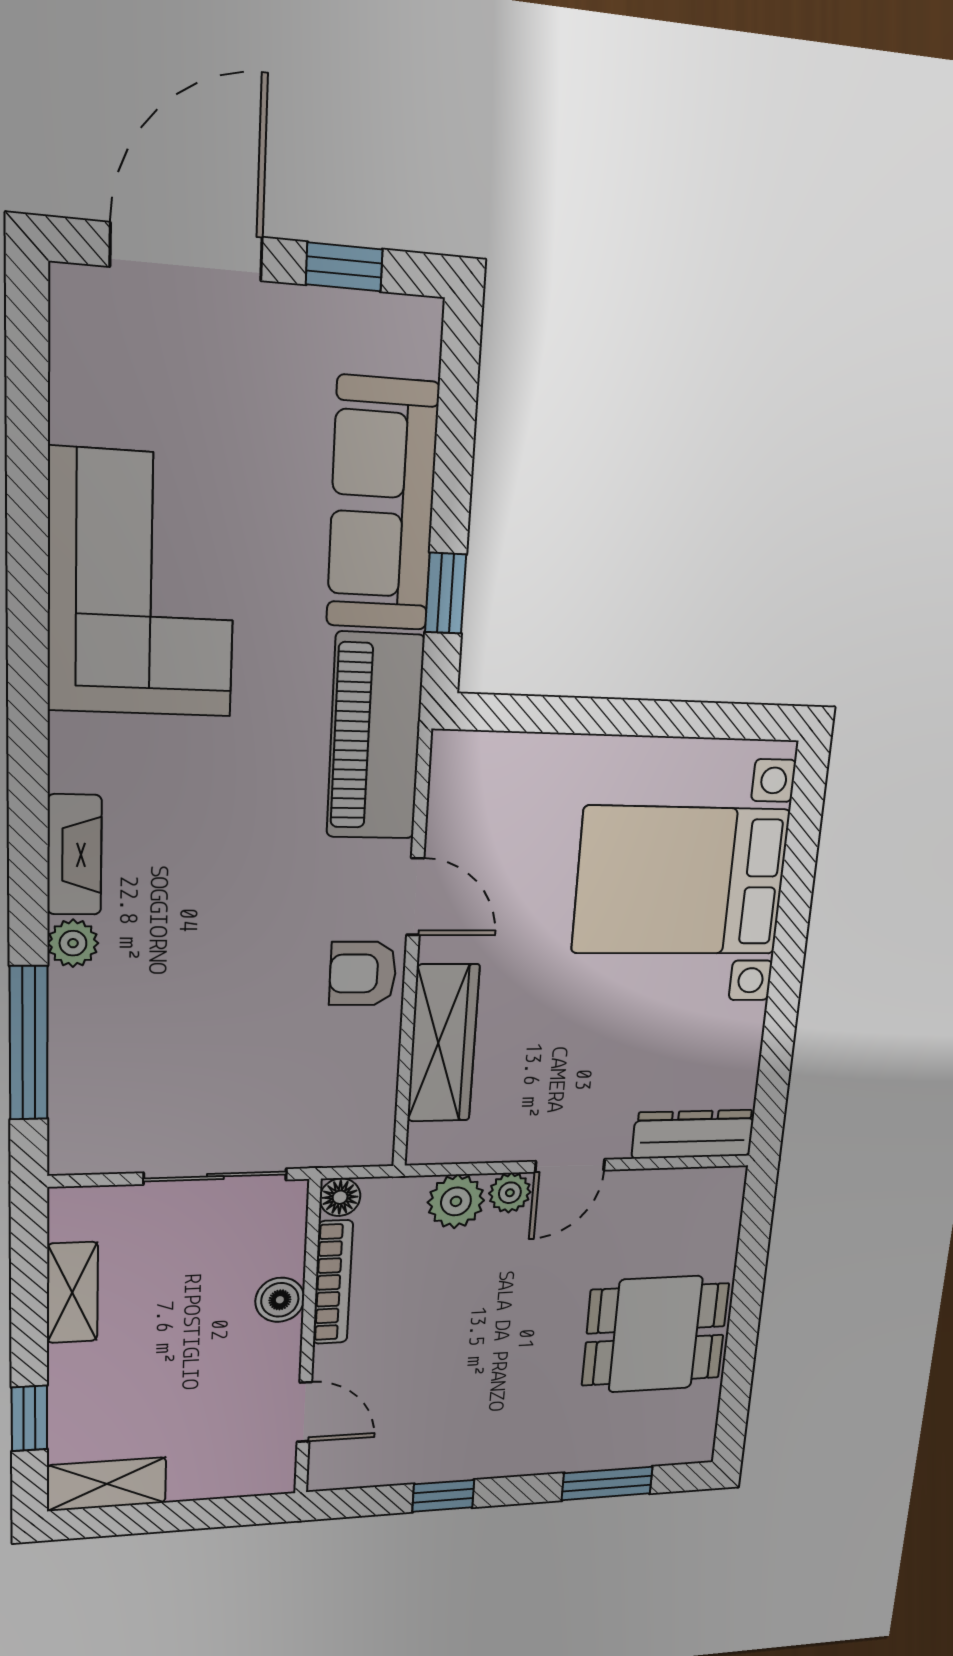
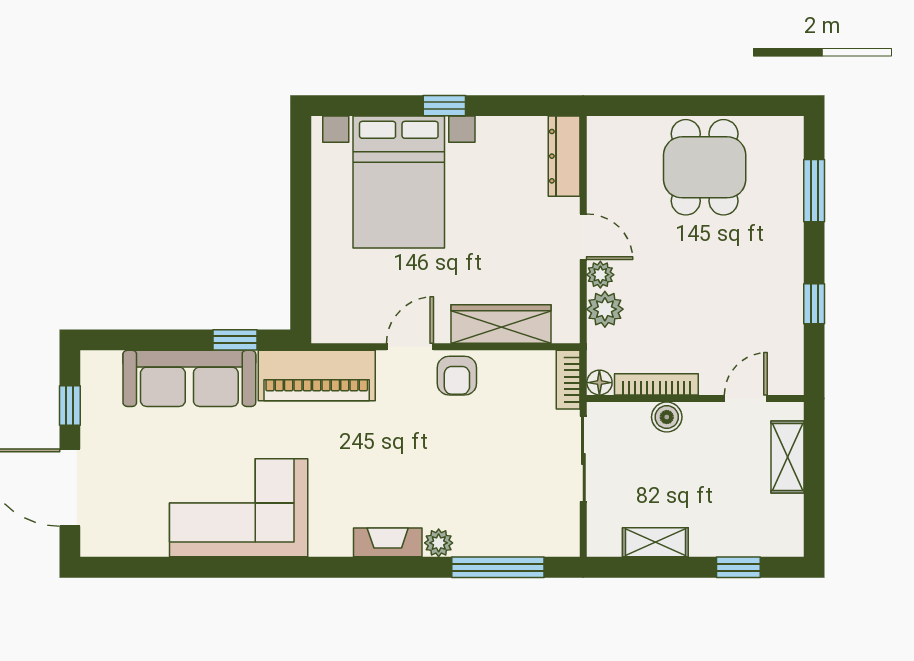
window: (789, 953) -> (444, 106), added
bookcase: (347, 1149) -> (568, 380), added
shelving: (107, 1484) -> (787, 457), moved

